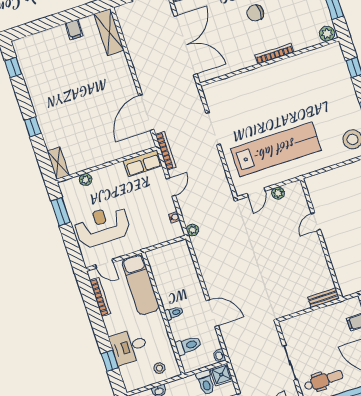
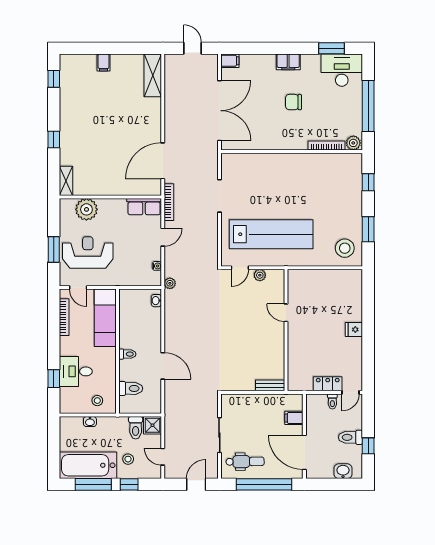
filing cabinet: (74, 30) -> (104, 62), moved
bookcase: (274, 54) -> (326, 146), moved
plant: (86, 179) -> (86, 209), width x1.87, depth x1.87
window: (61, 212) -> (54, 249), moved
door: (316, 222) -> (286, 313), hinge flipped
washbasin: (219, 356) -> (156, 301), moved

